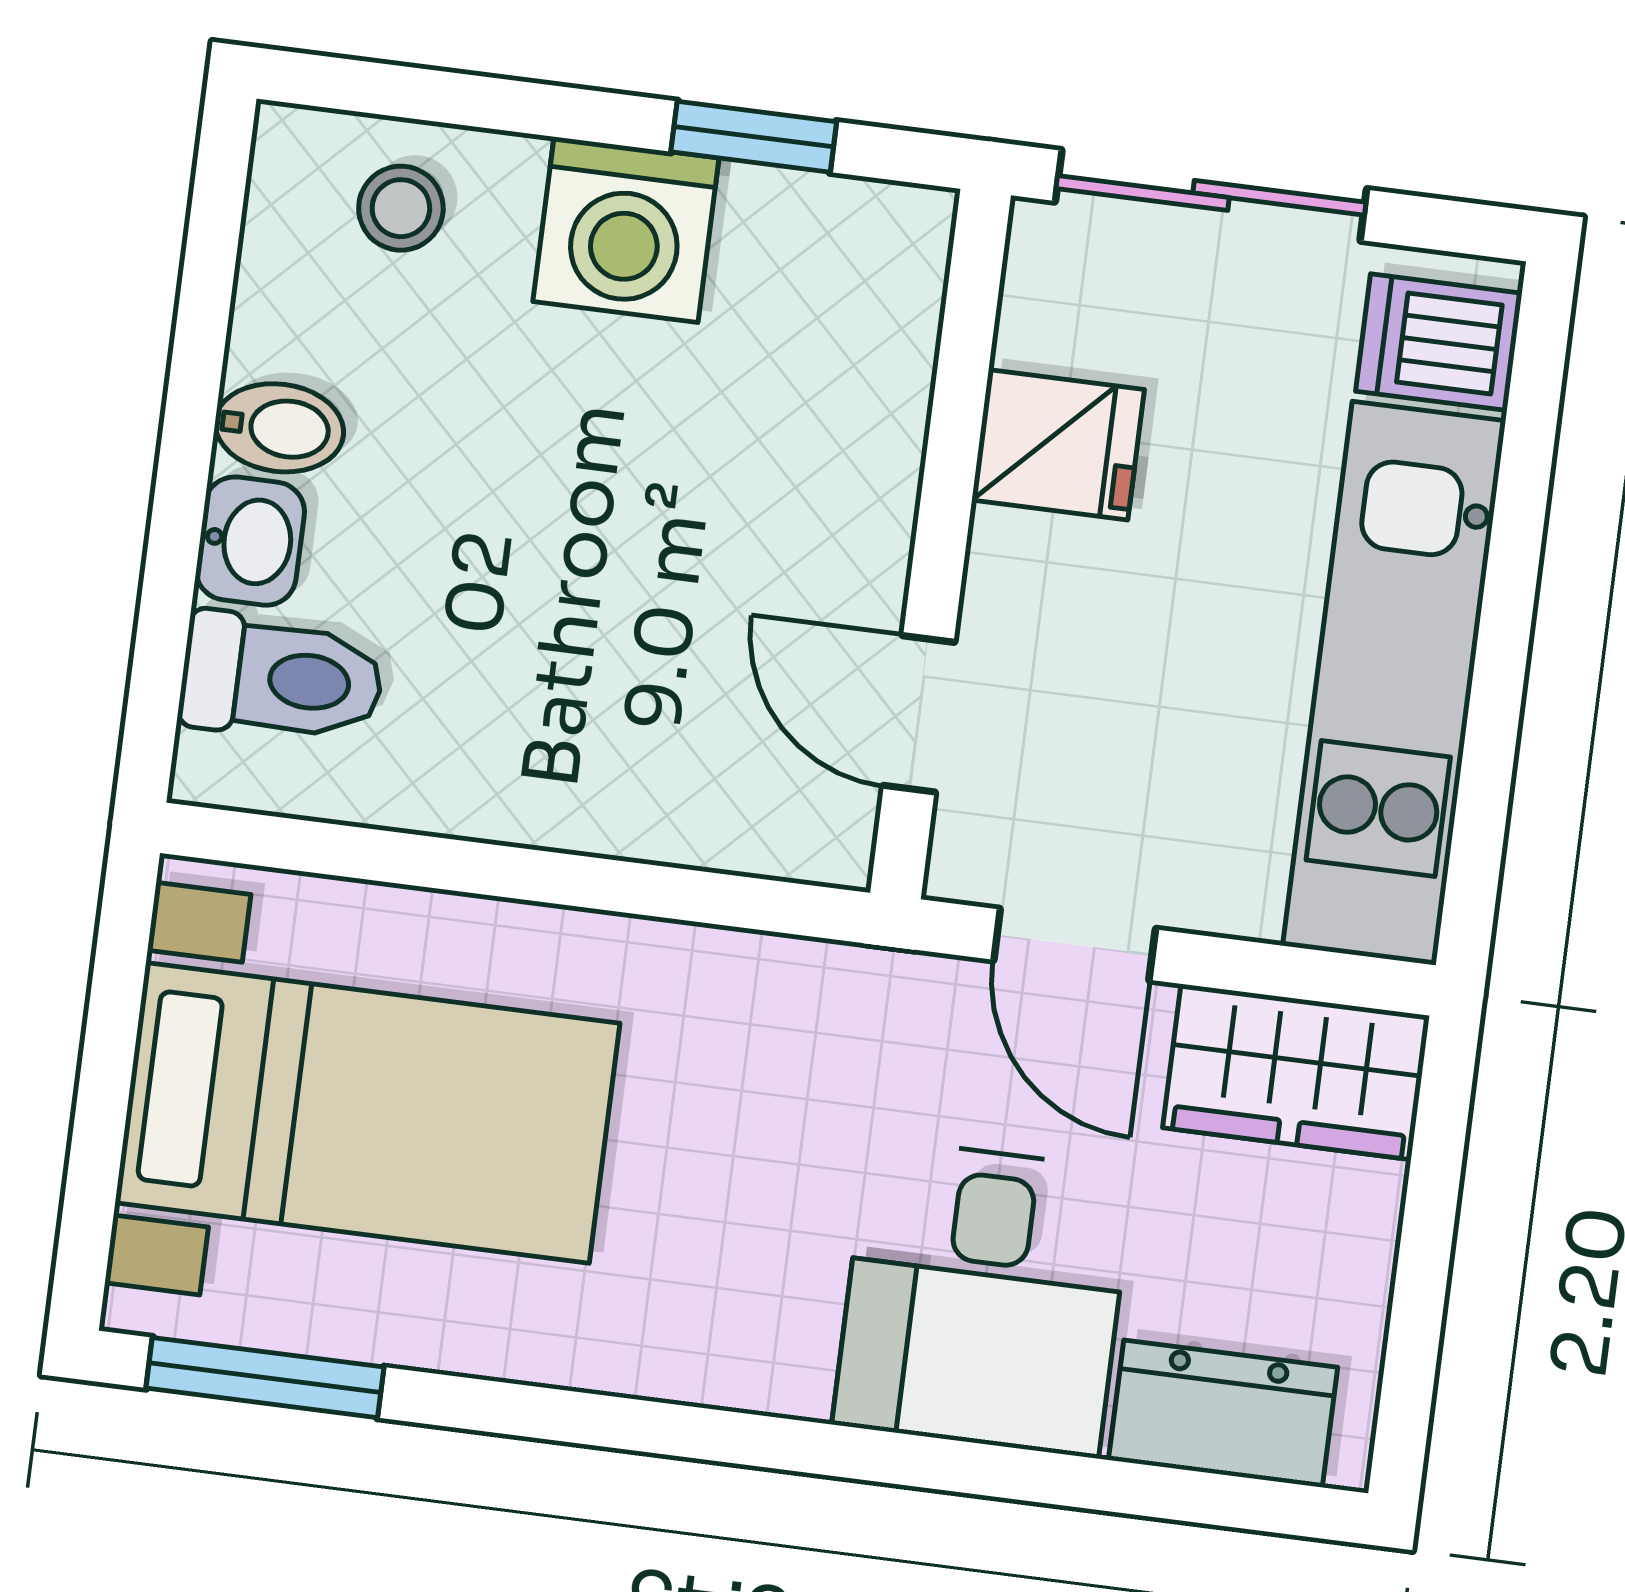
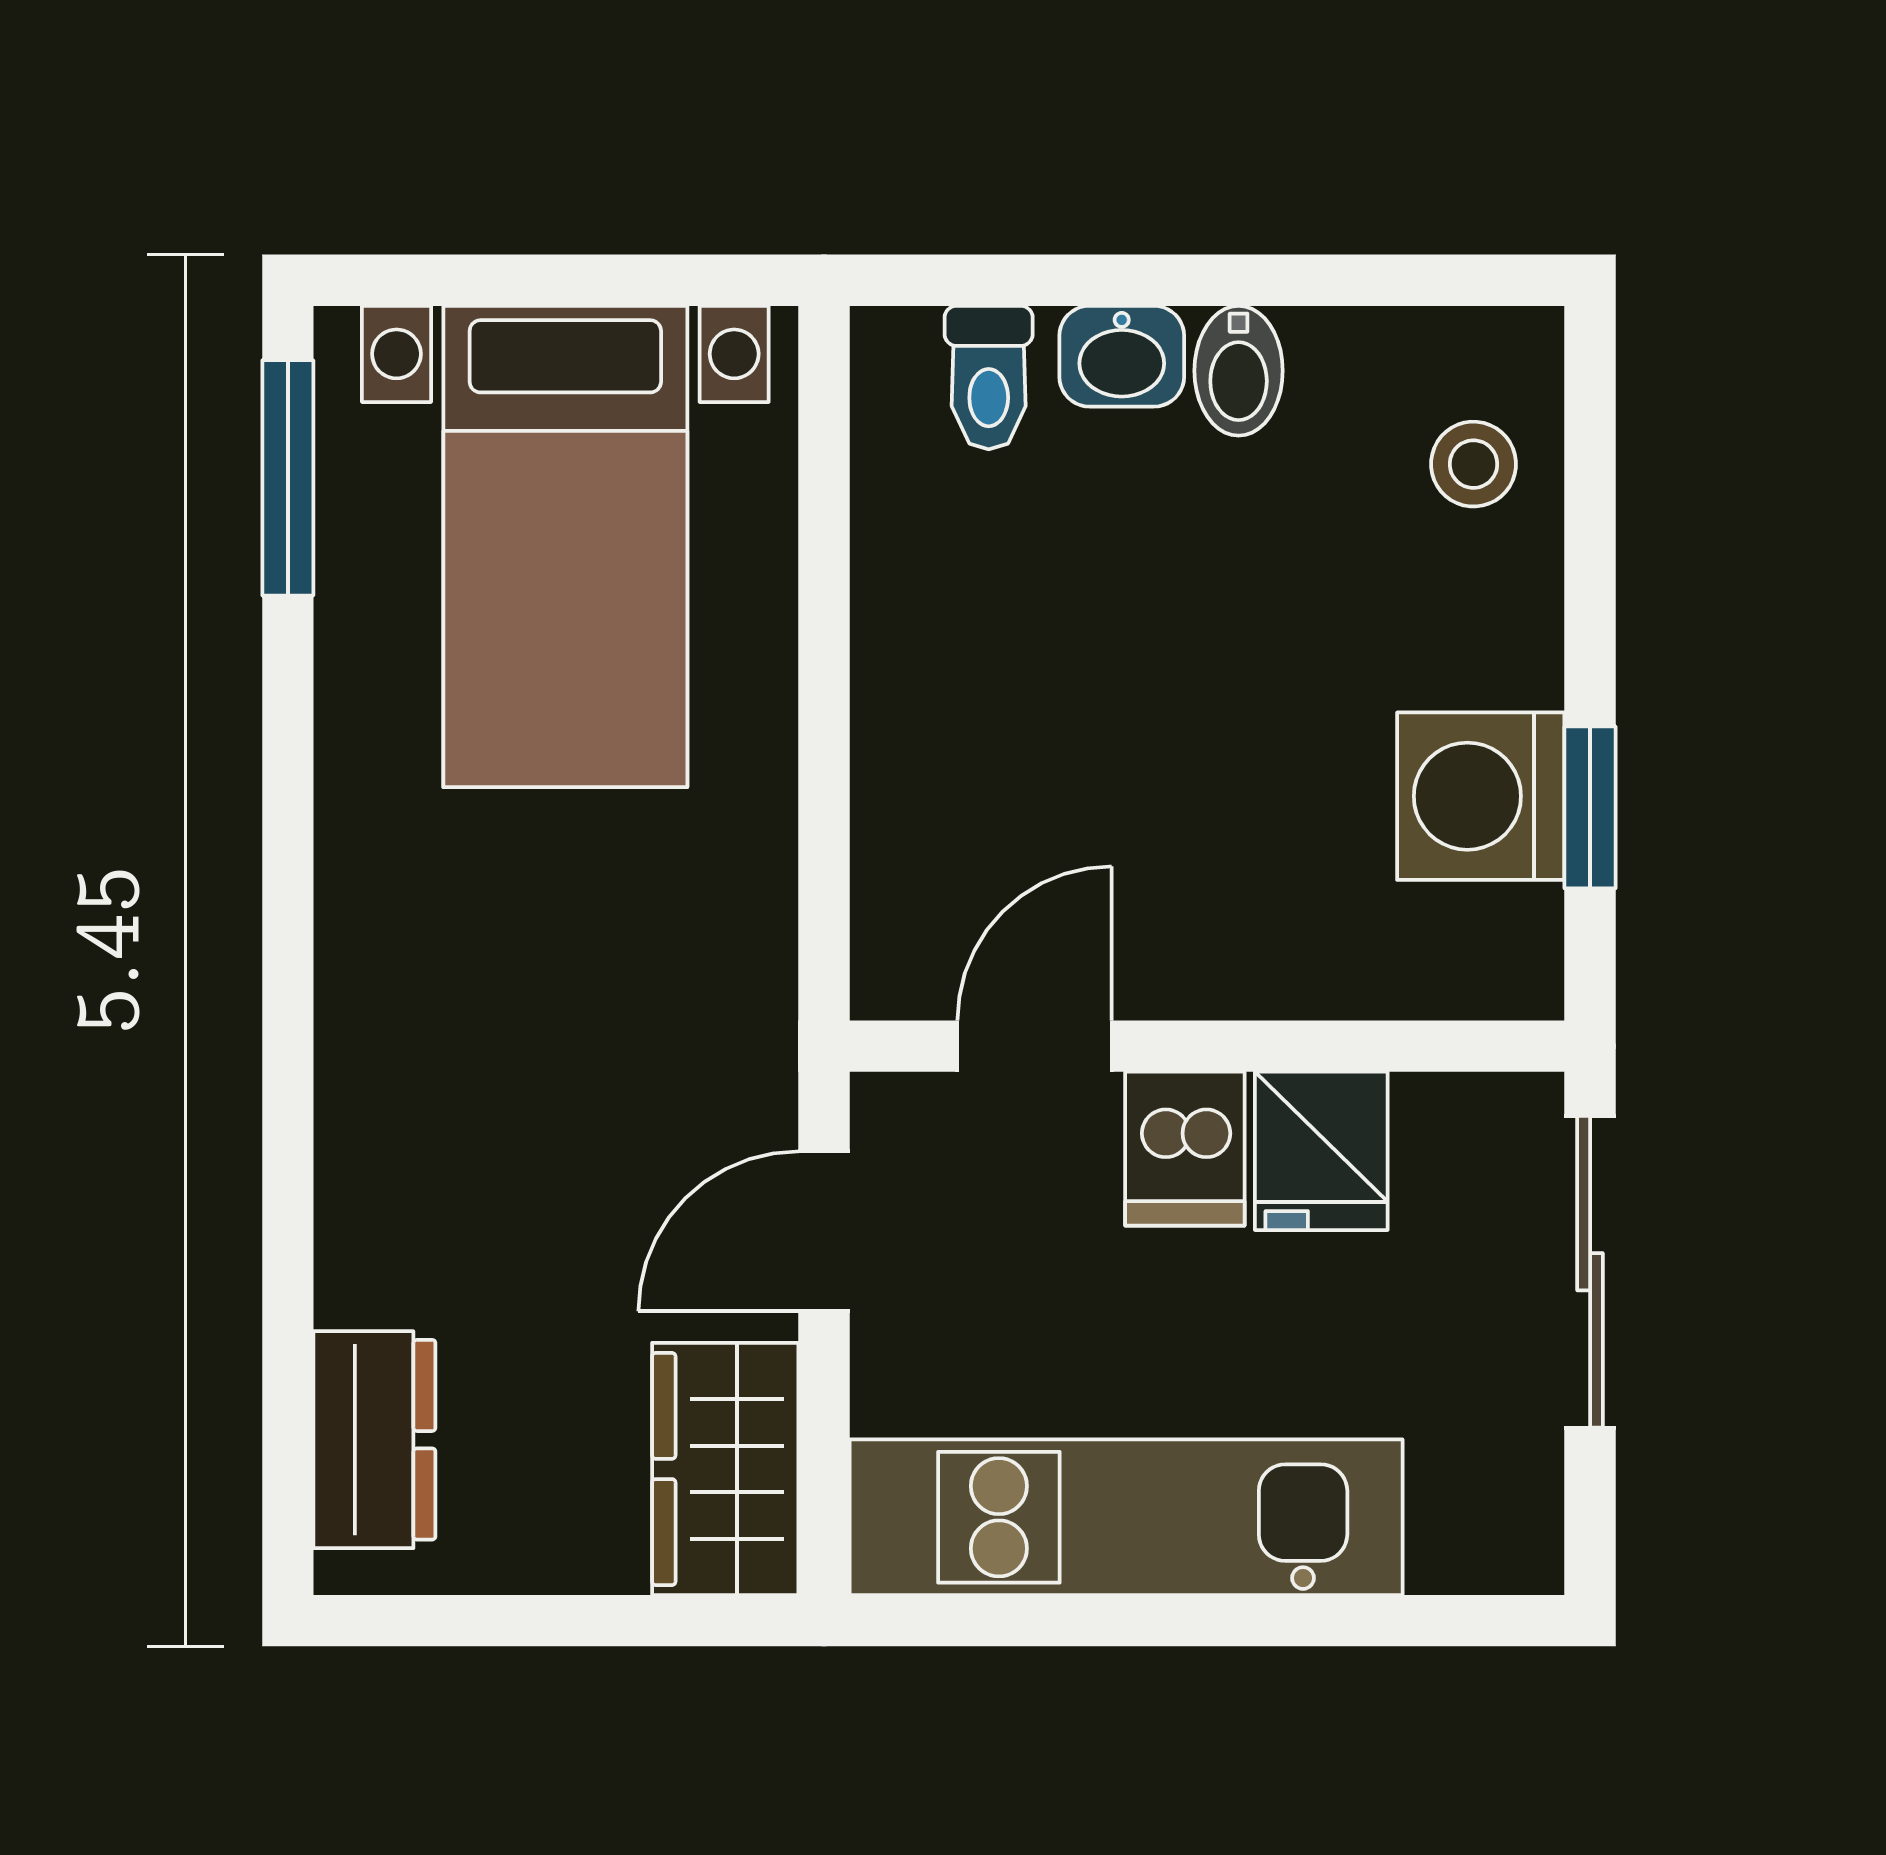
washing machine: (626, 230) -> (1481, 796), moved
dishwasher: (1439, 342) -> (1185, 1149), moved, turned 180
toilet: (282, 678) -> (989, 378), width x0.73, depth x0.72
desk: (983, 1298) -> (459, 1185), removed

